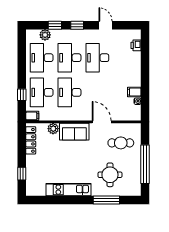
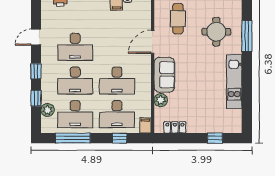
window: (22, 56) -> (73, 138), added
locker: (31, 140) -> (175, 127), width x0.66

